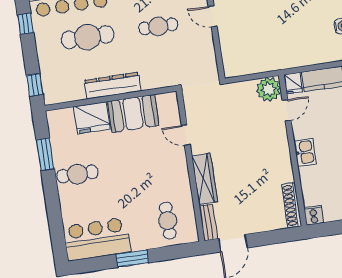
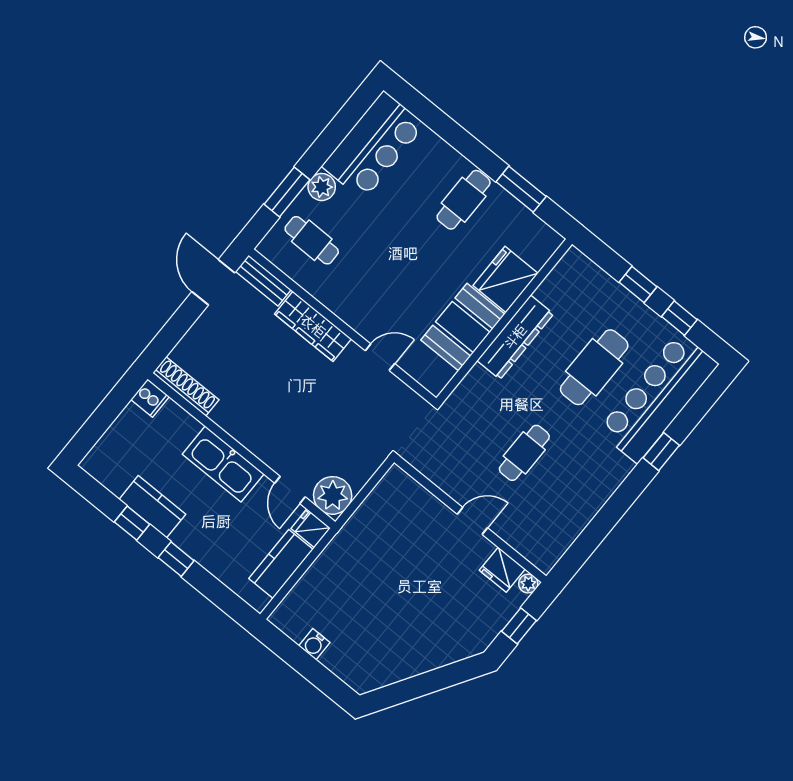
window: (35, 85) -> (638, 284), moved
kitchen sink: (305, 152) -> (223, 464), width x1.87, depth x1.24
plant: (140, 242) -> (322, 187), added
window: (132, 258) -> (287, 192), moved

